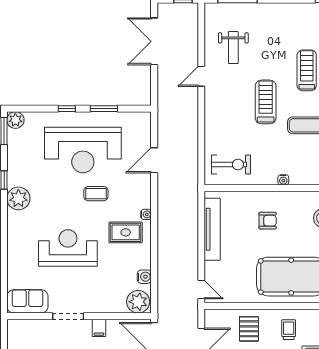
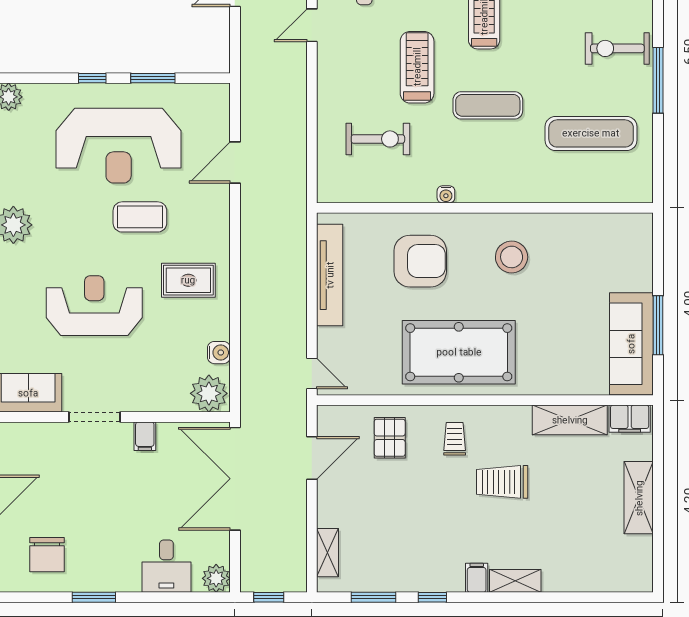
exercise bike: (231, 165) -> (378, 139), moved
coffee table: (96, 194) -> (140, 217), width x1.36, depth x1.30
water cooler: (146, 214) -> (222, 251), removed
armchair: (268, 221) -> (420, 261), width x1.88, depth x1.88

